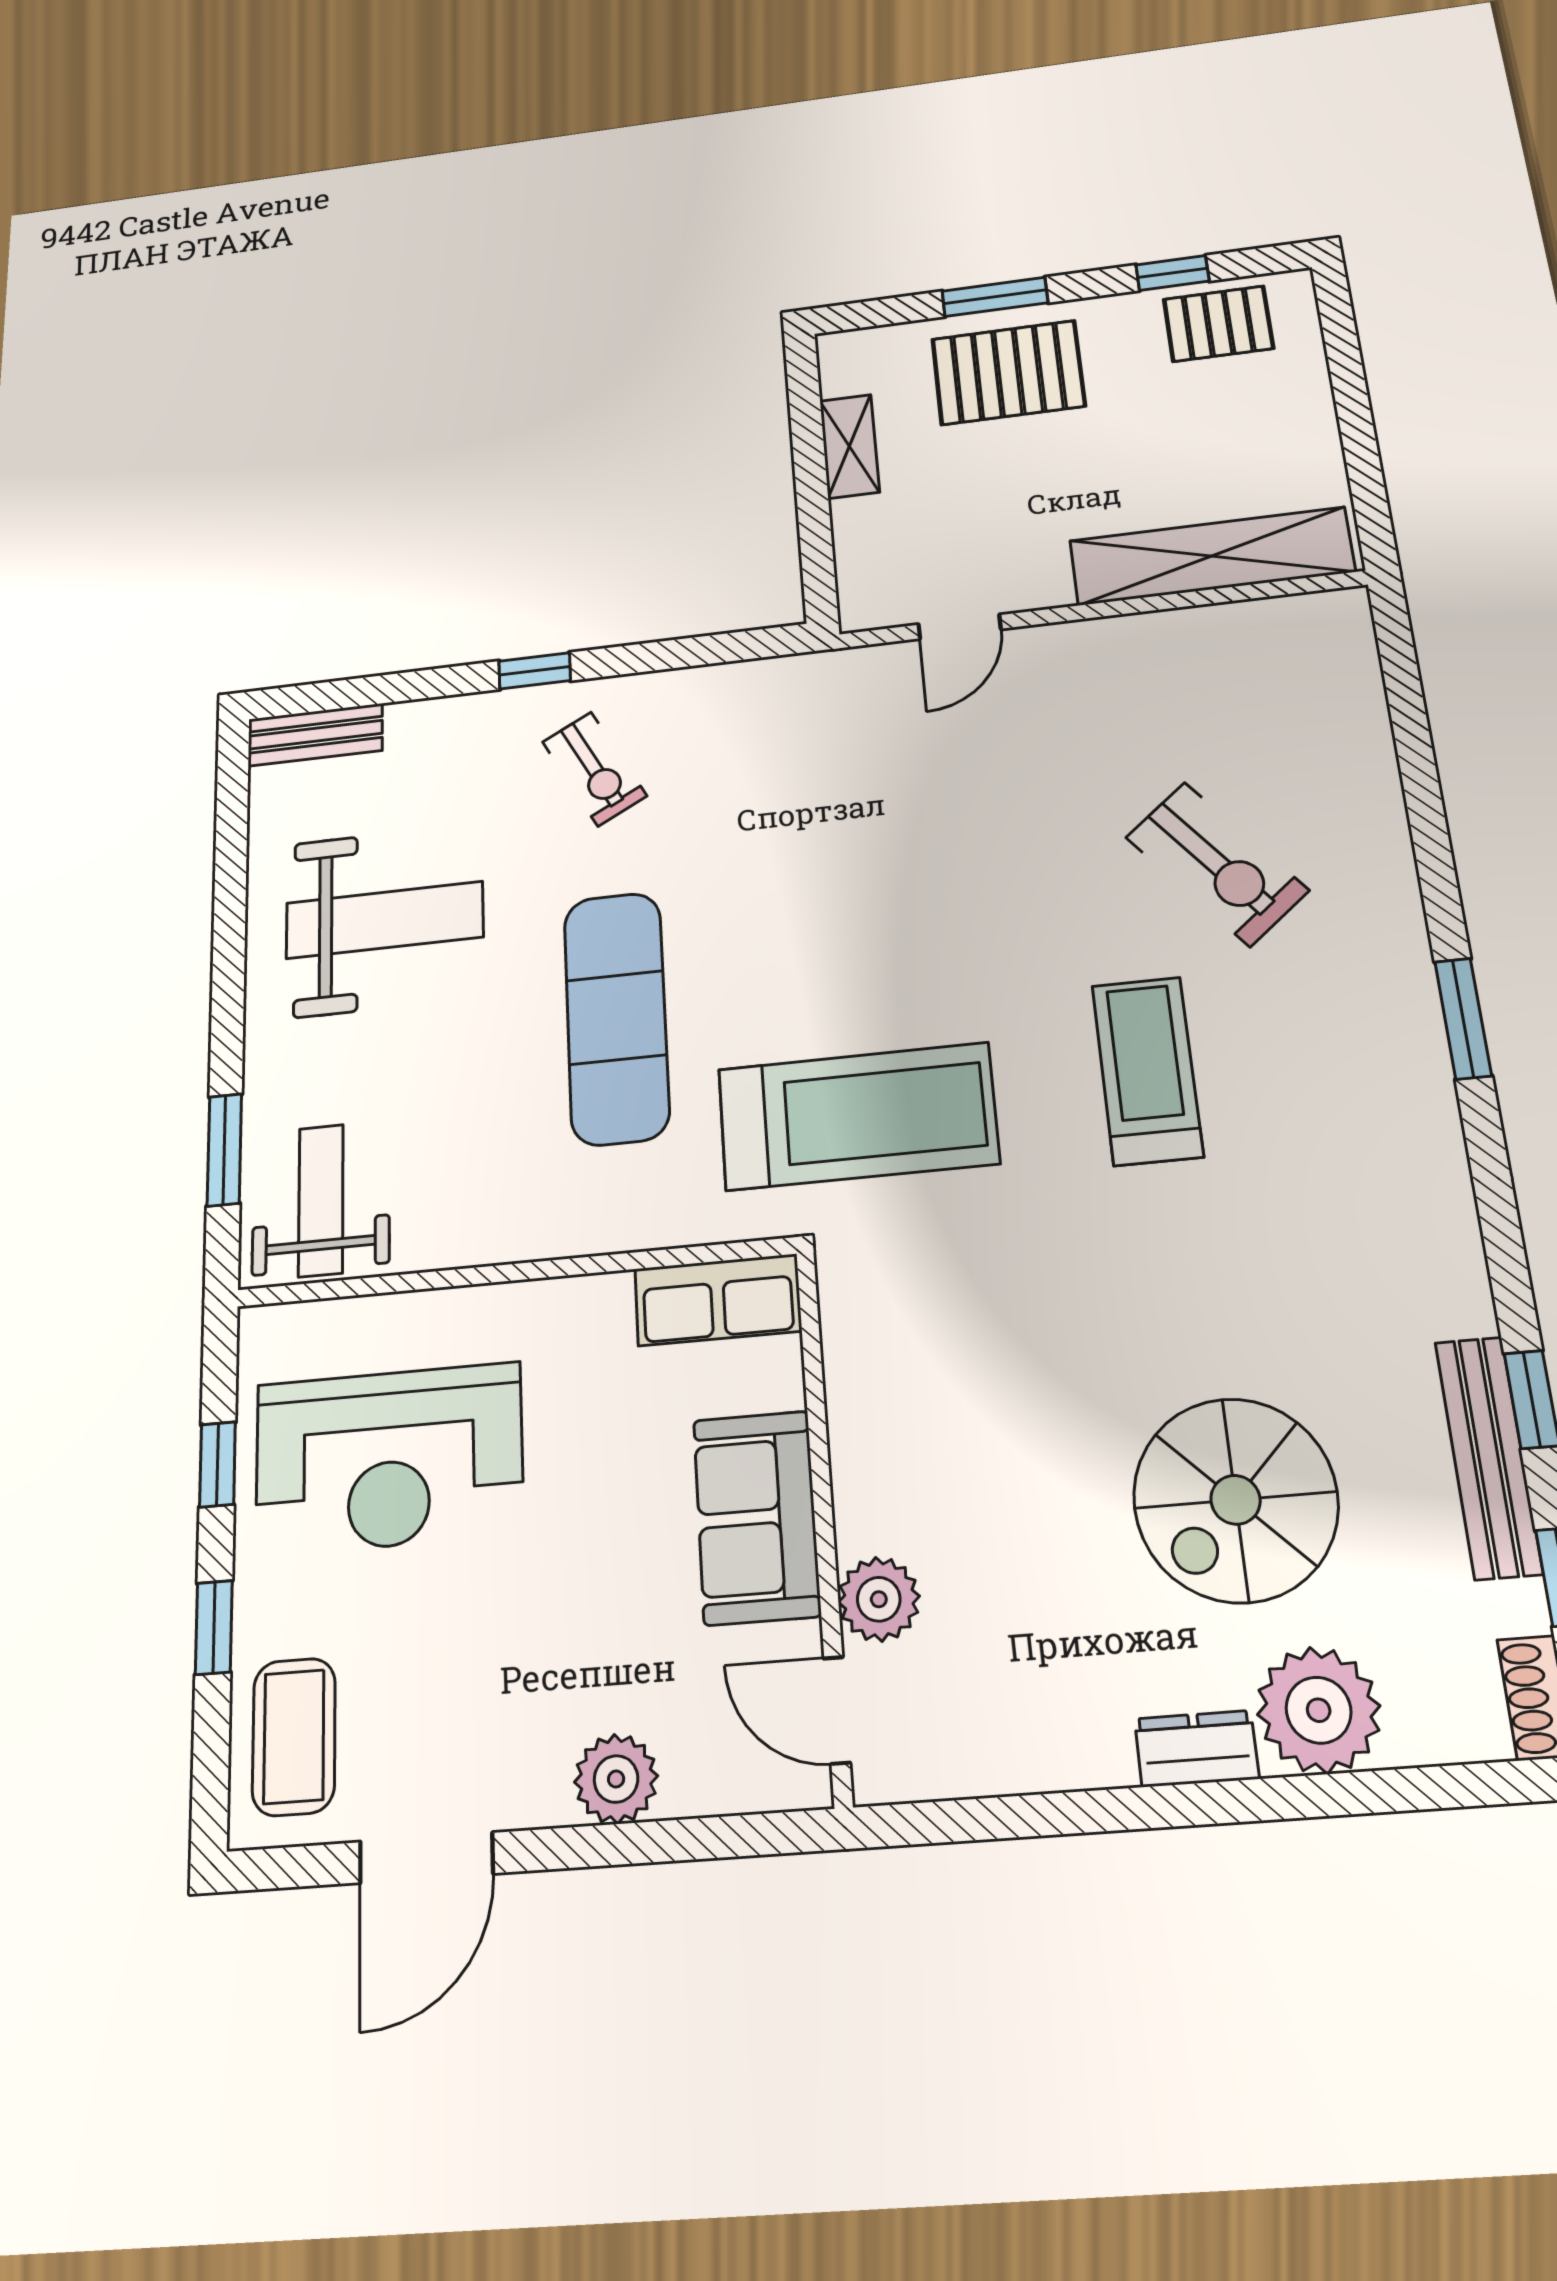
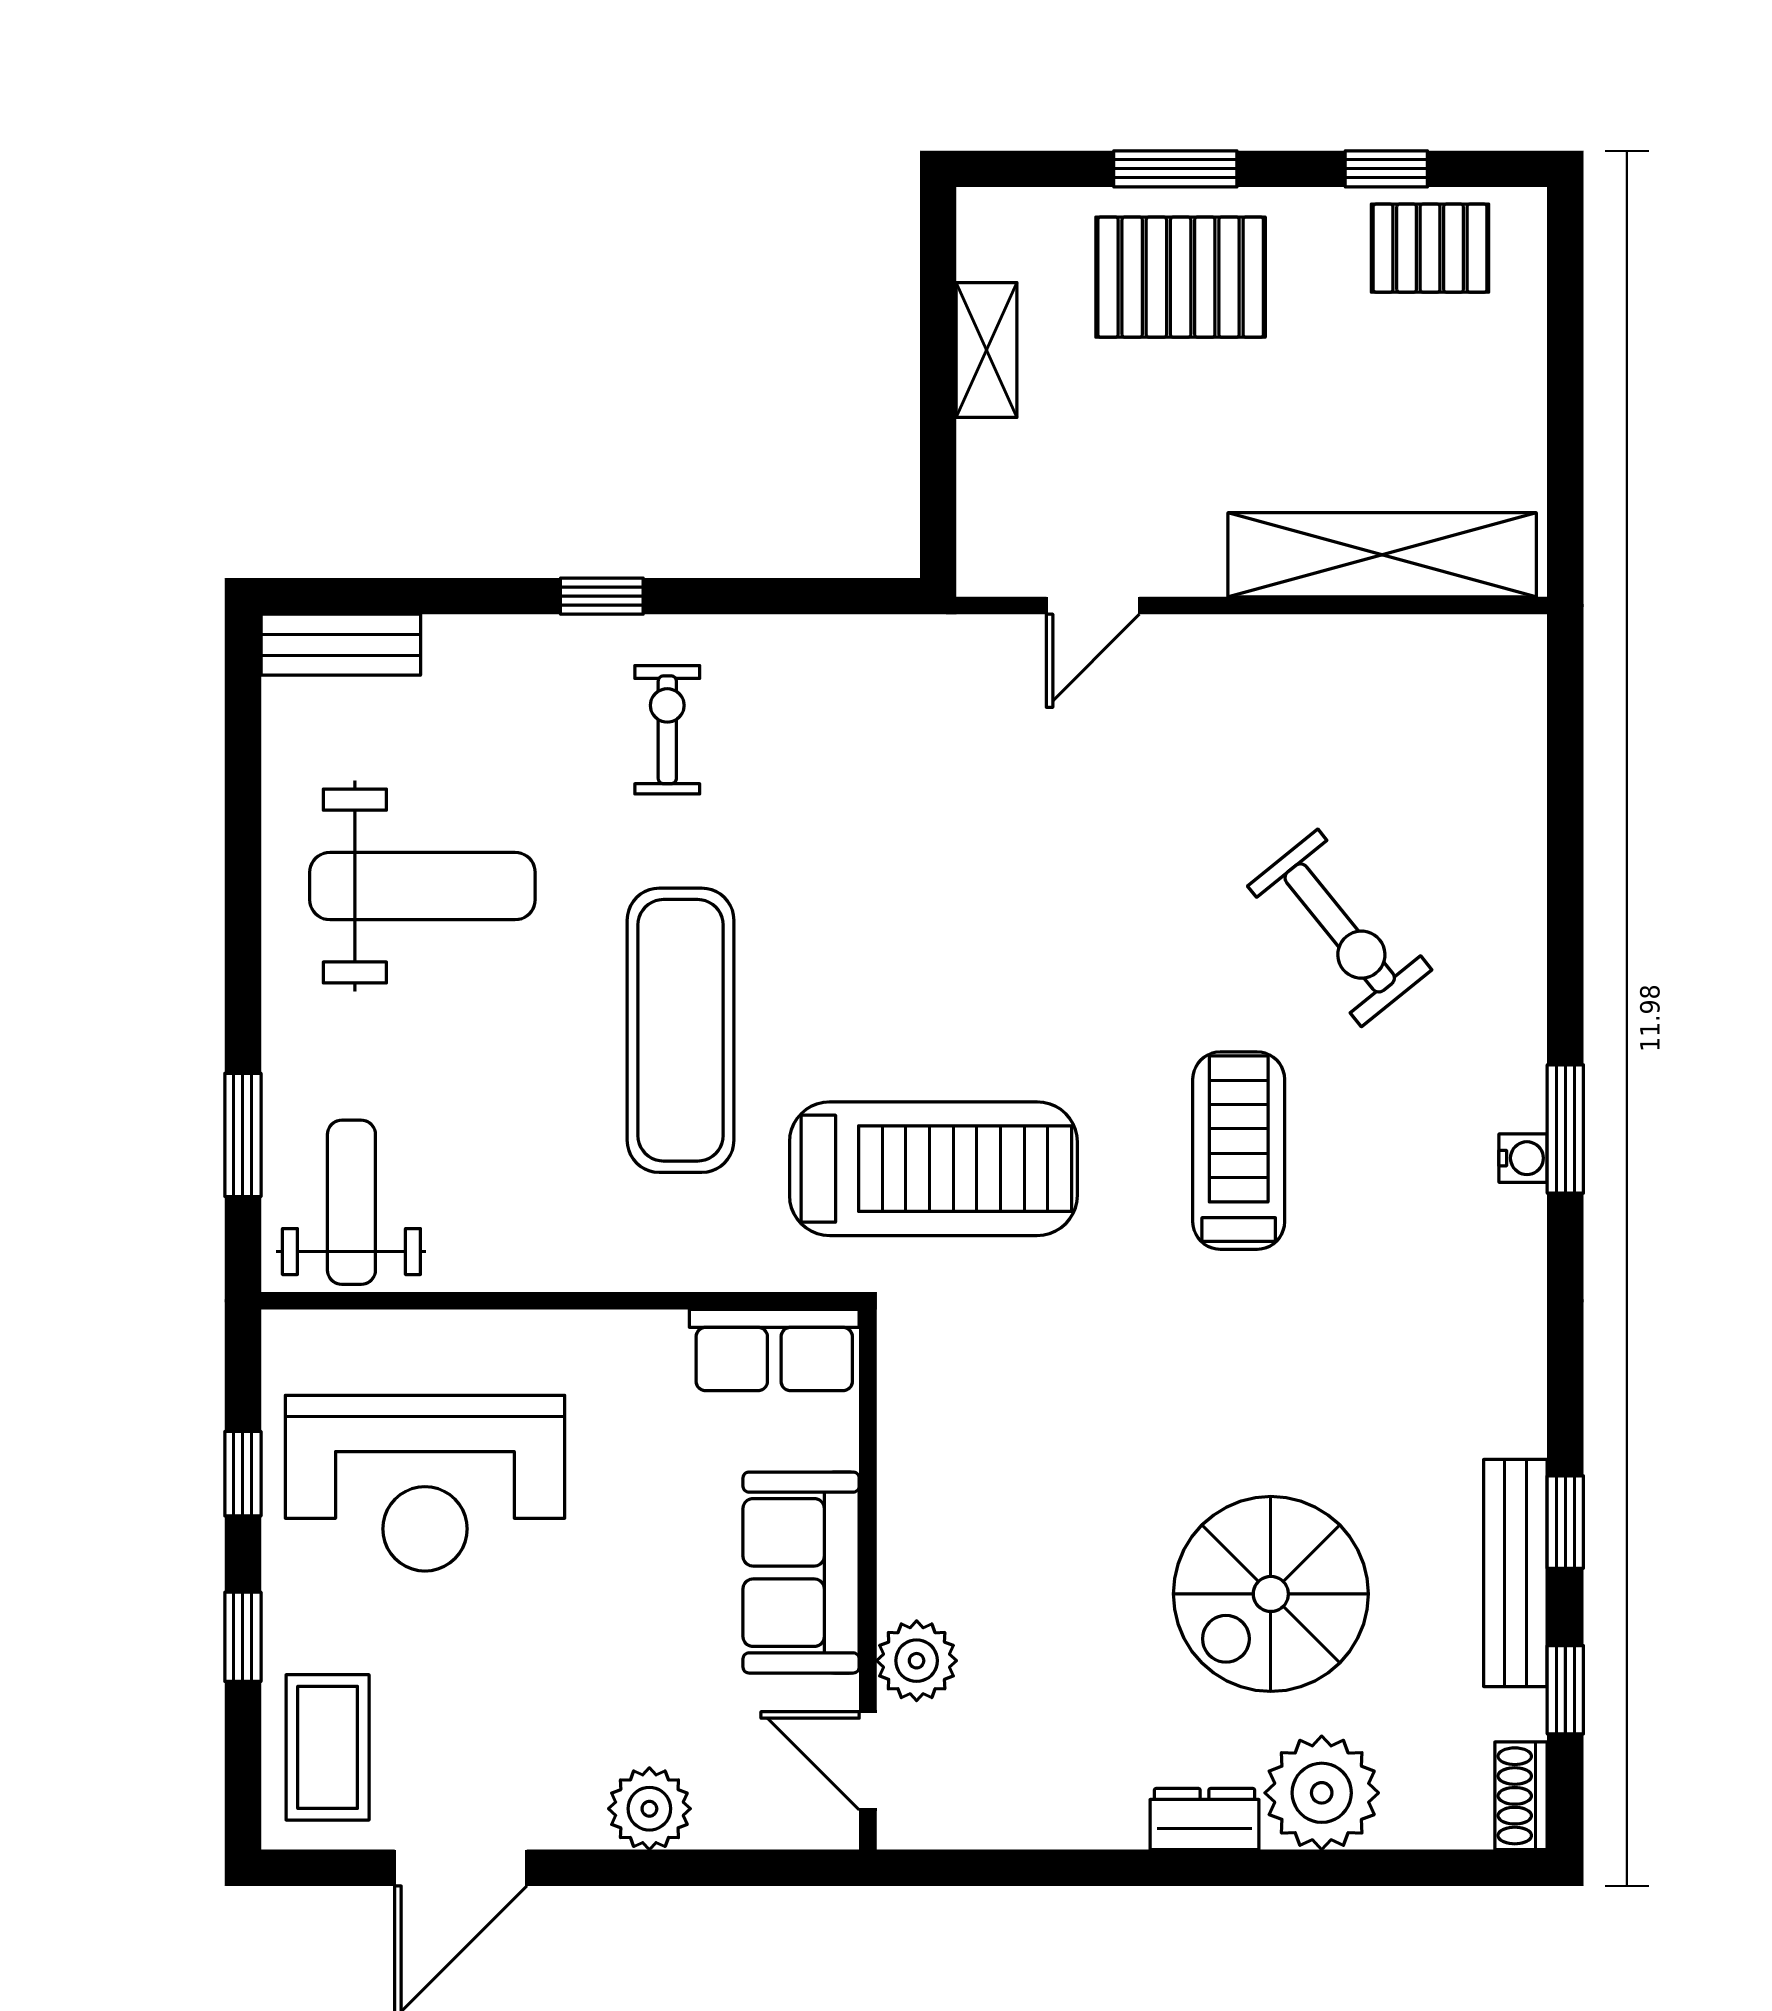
exercise bike: (594, 769) -> (667, 730), turned -152
water cooler: (1426, 1049) -> (1523, 1158), added

